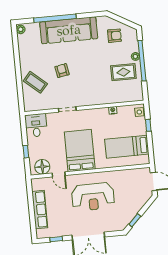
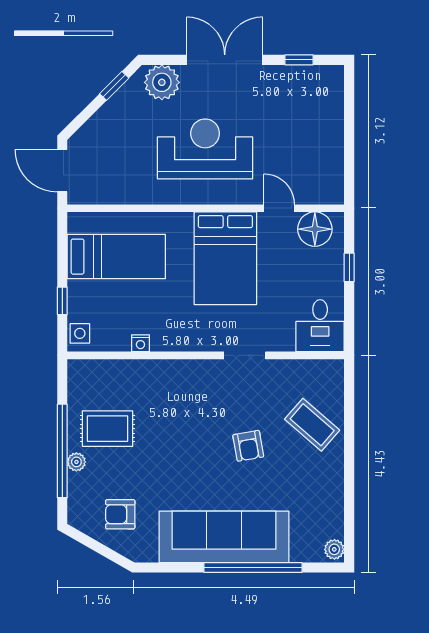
row of seats: (40, 210) -> (330, 131), removed
plant: (114, 224) -> (162, 82), added

